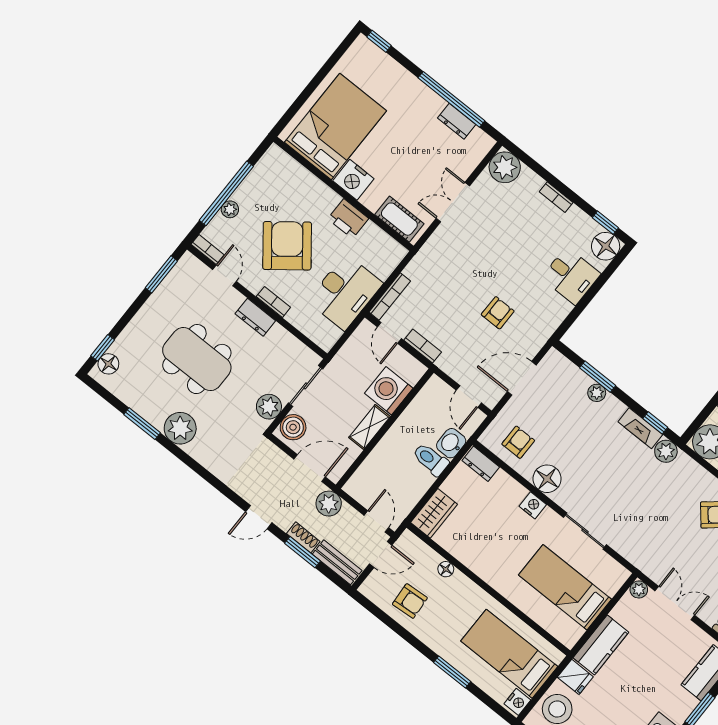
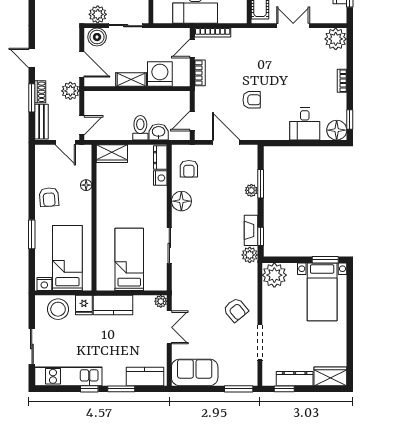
armchair: (518, 442) -> (189, 169), turned 90
nightstand: (533, 505) -> (160, 178), moved
armchair: (410, 601) -> (49, 197), moved

